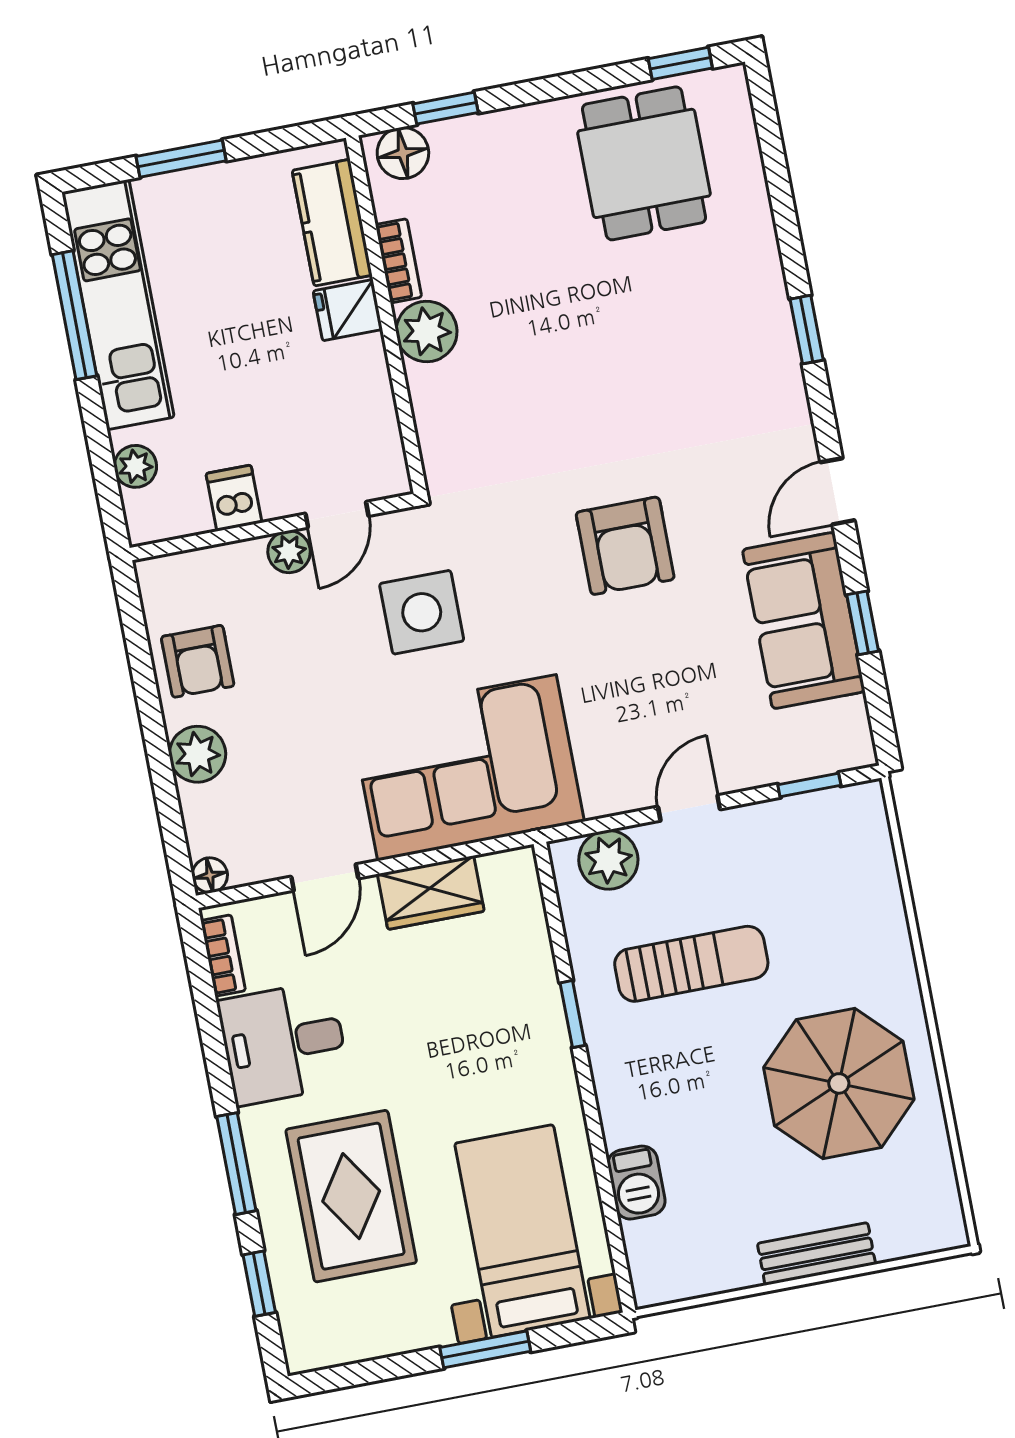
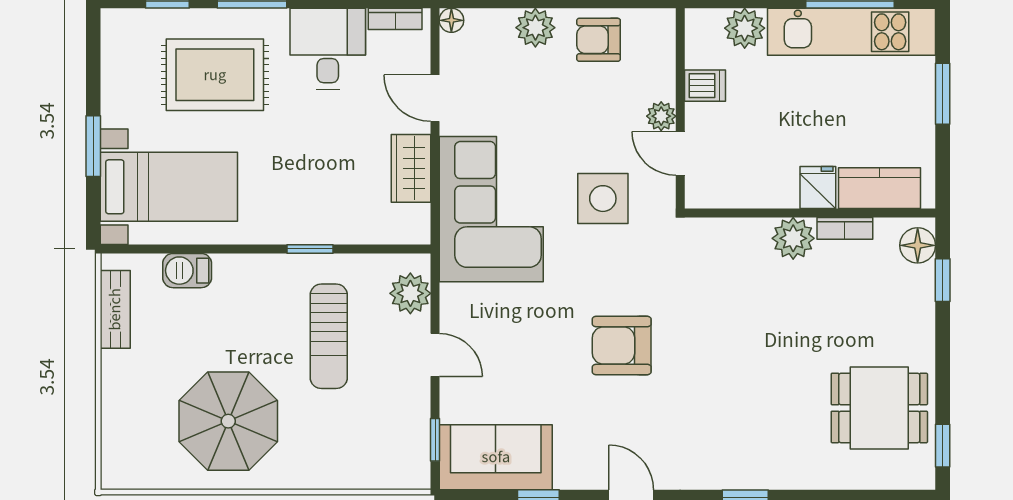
plant: (135, 466) -> (745, 28), width x1.38, depth x1.38
sofa: (804, 621) -> (496, 457), moved
bench: (816, 1254) -> (115, 309), moved

